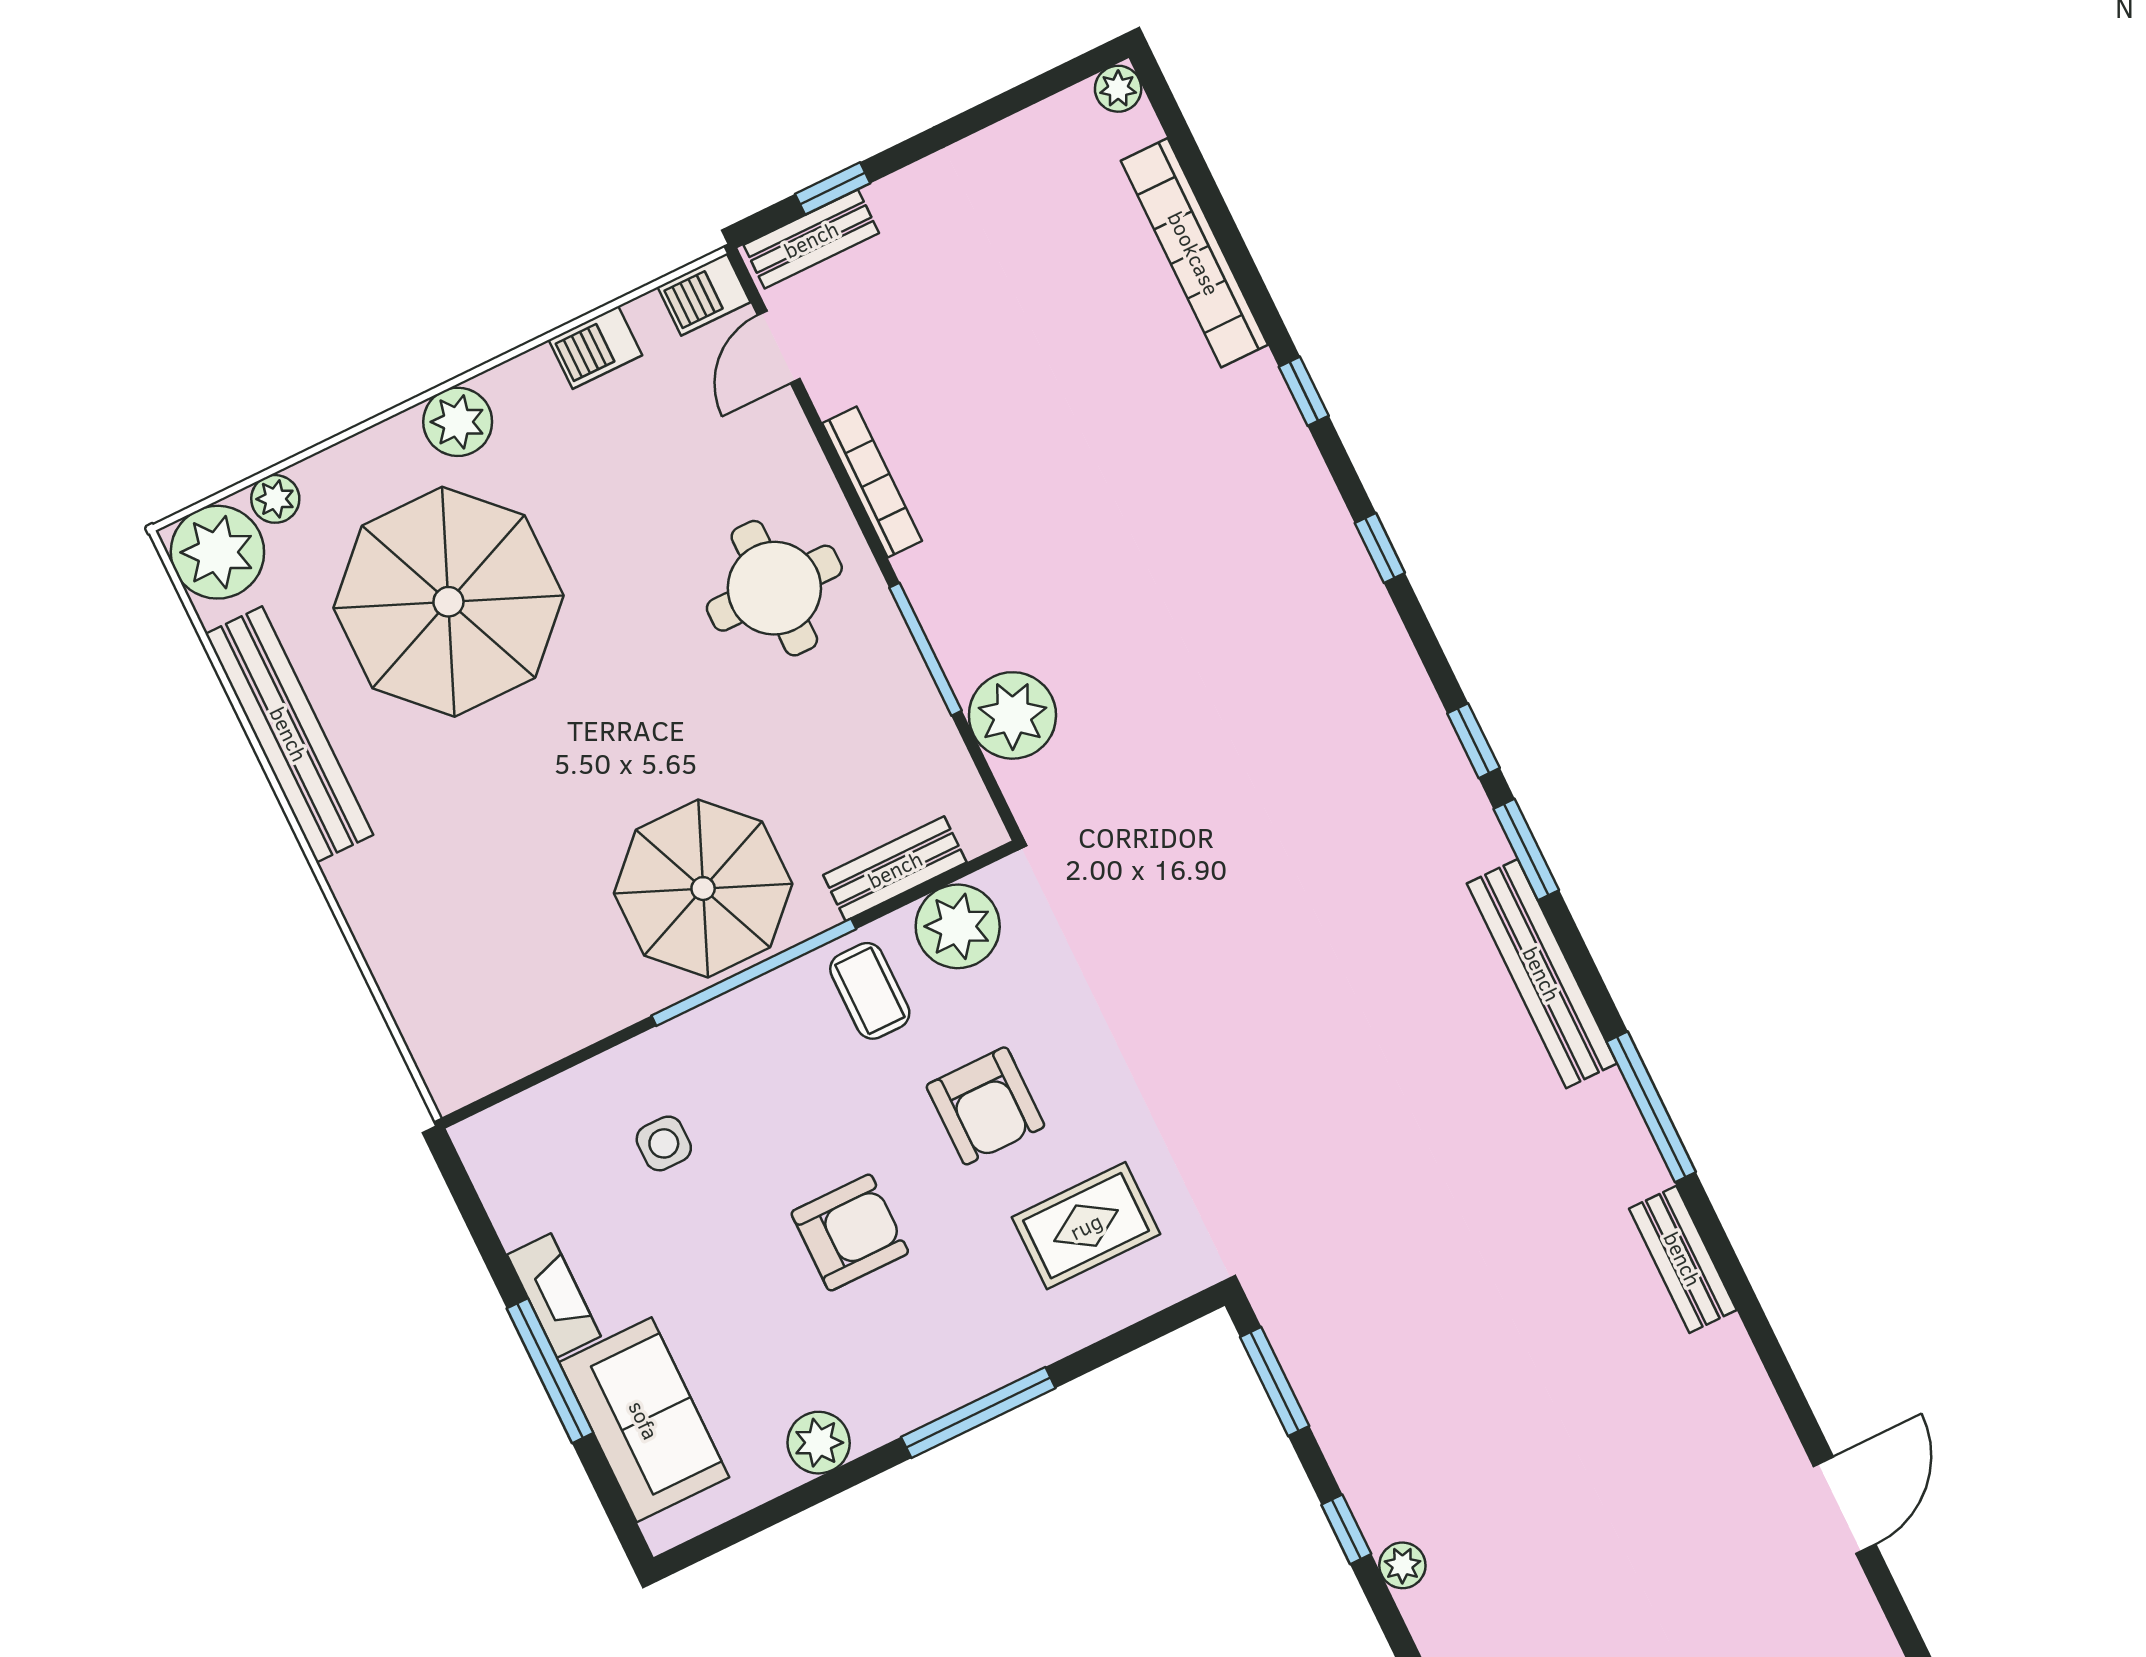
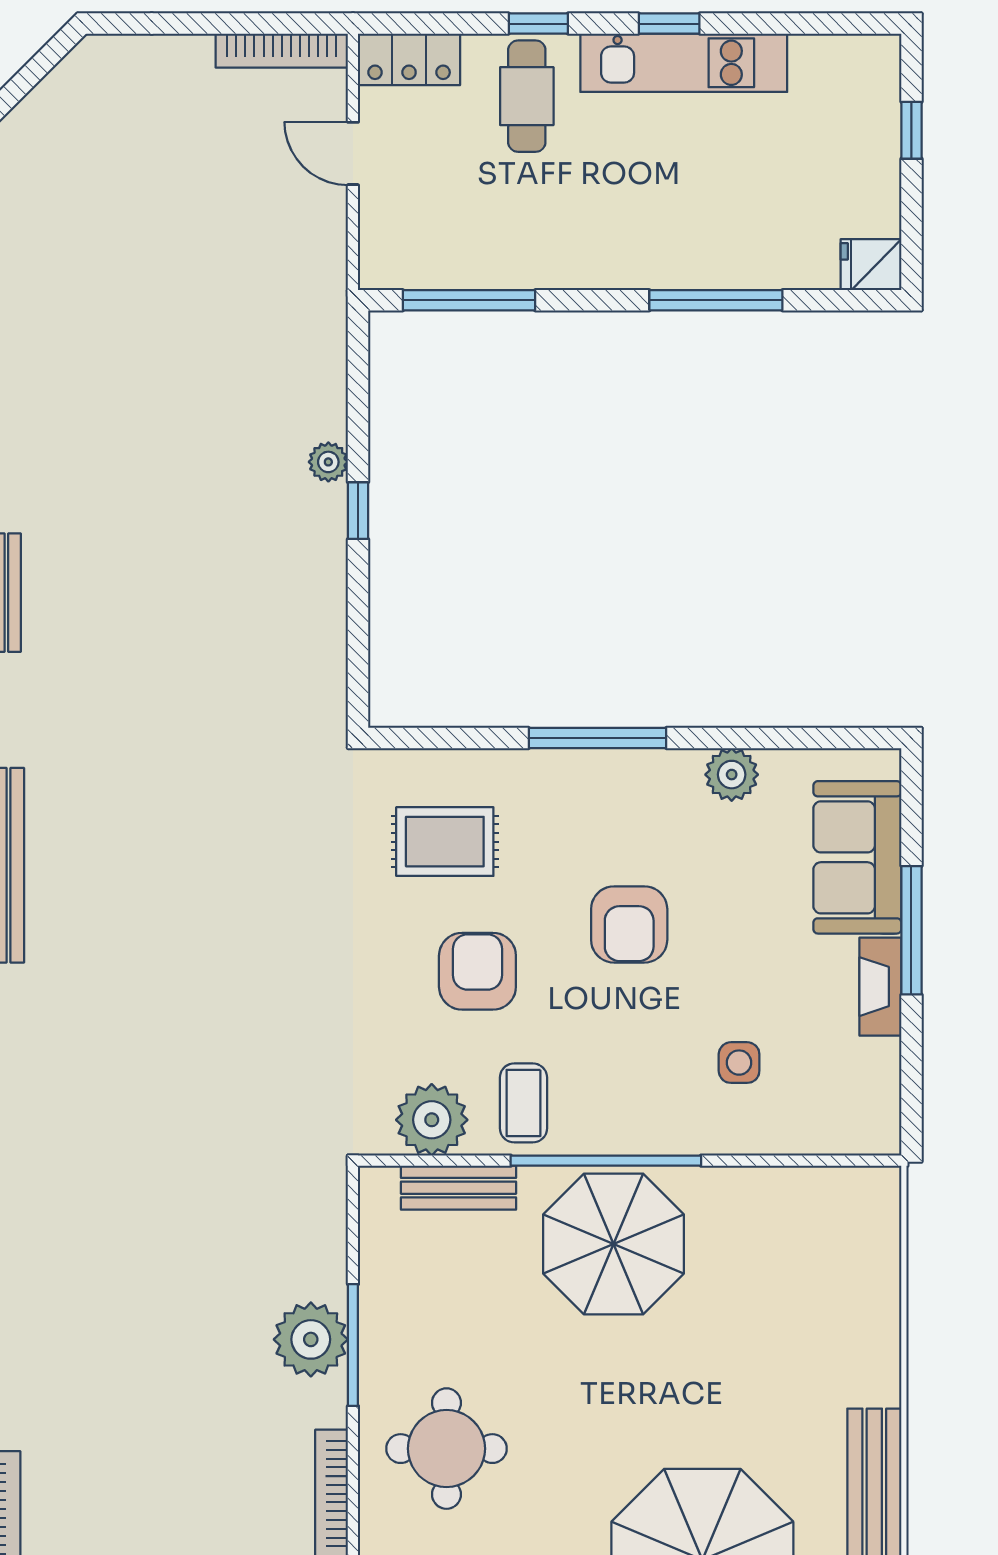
plant: (1012, 715) -> (311, 1339), moved
armchair: (850, 1233) -> (629, 924), turned -90
window: (1275, 1381) -> (358, 651), removed

